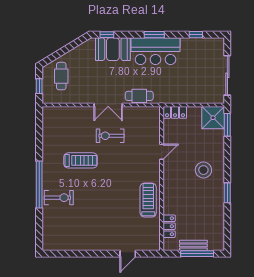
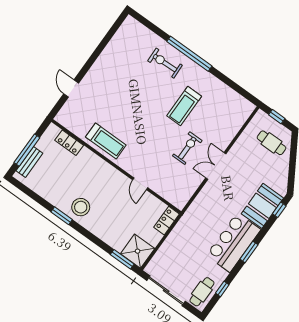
cafe table: (139, 96) -> (202, 292), moved
stool: (203, 170) -> (81, 207), moved
exercise bike: (59, 198) -> (165, 63), turned 88
bench: (193, 245) -> (29, 162), moved

